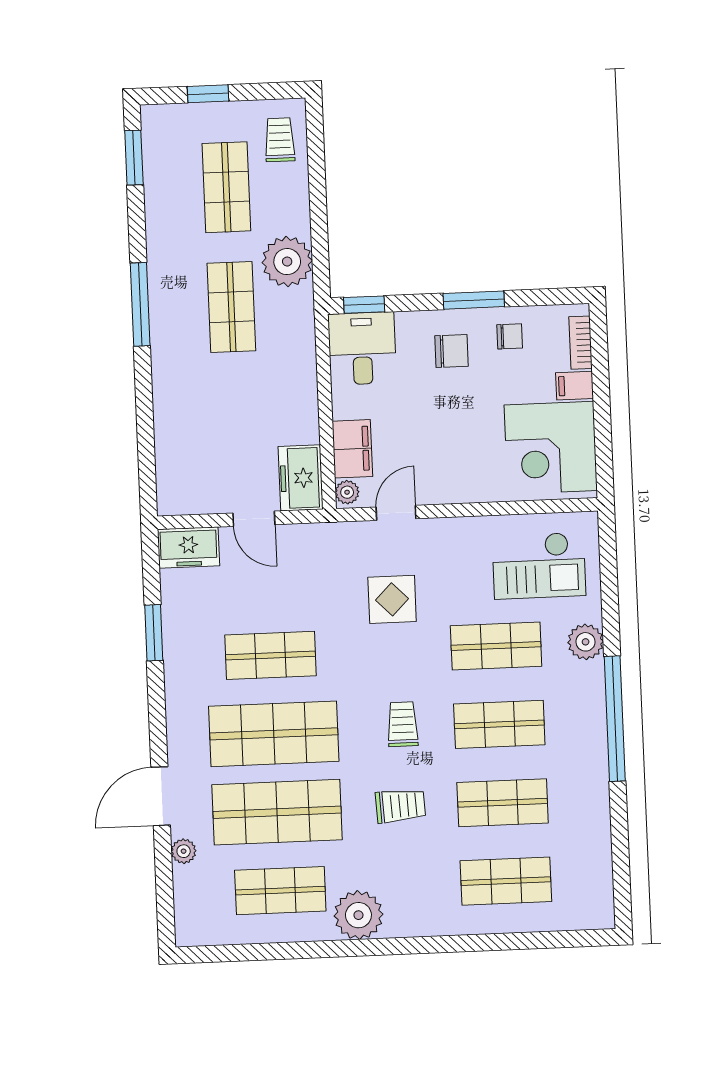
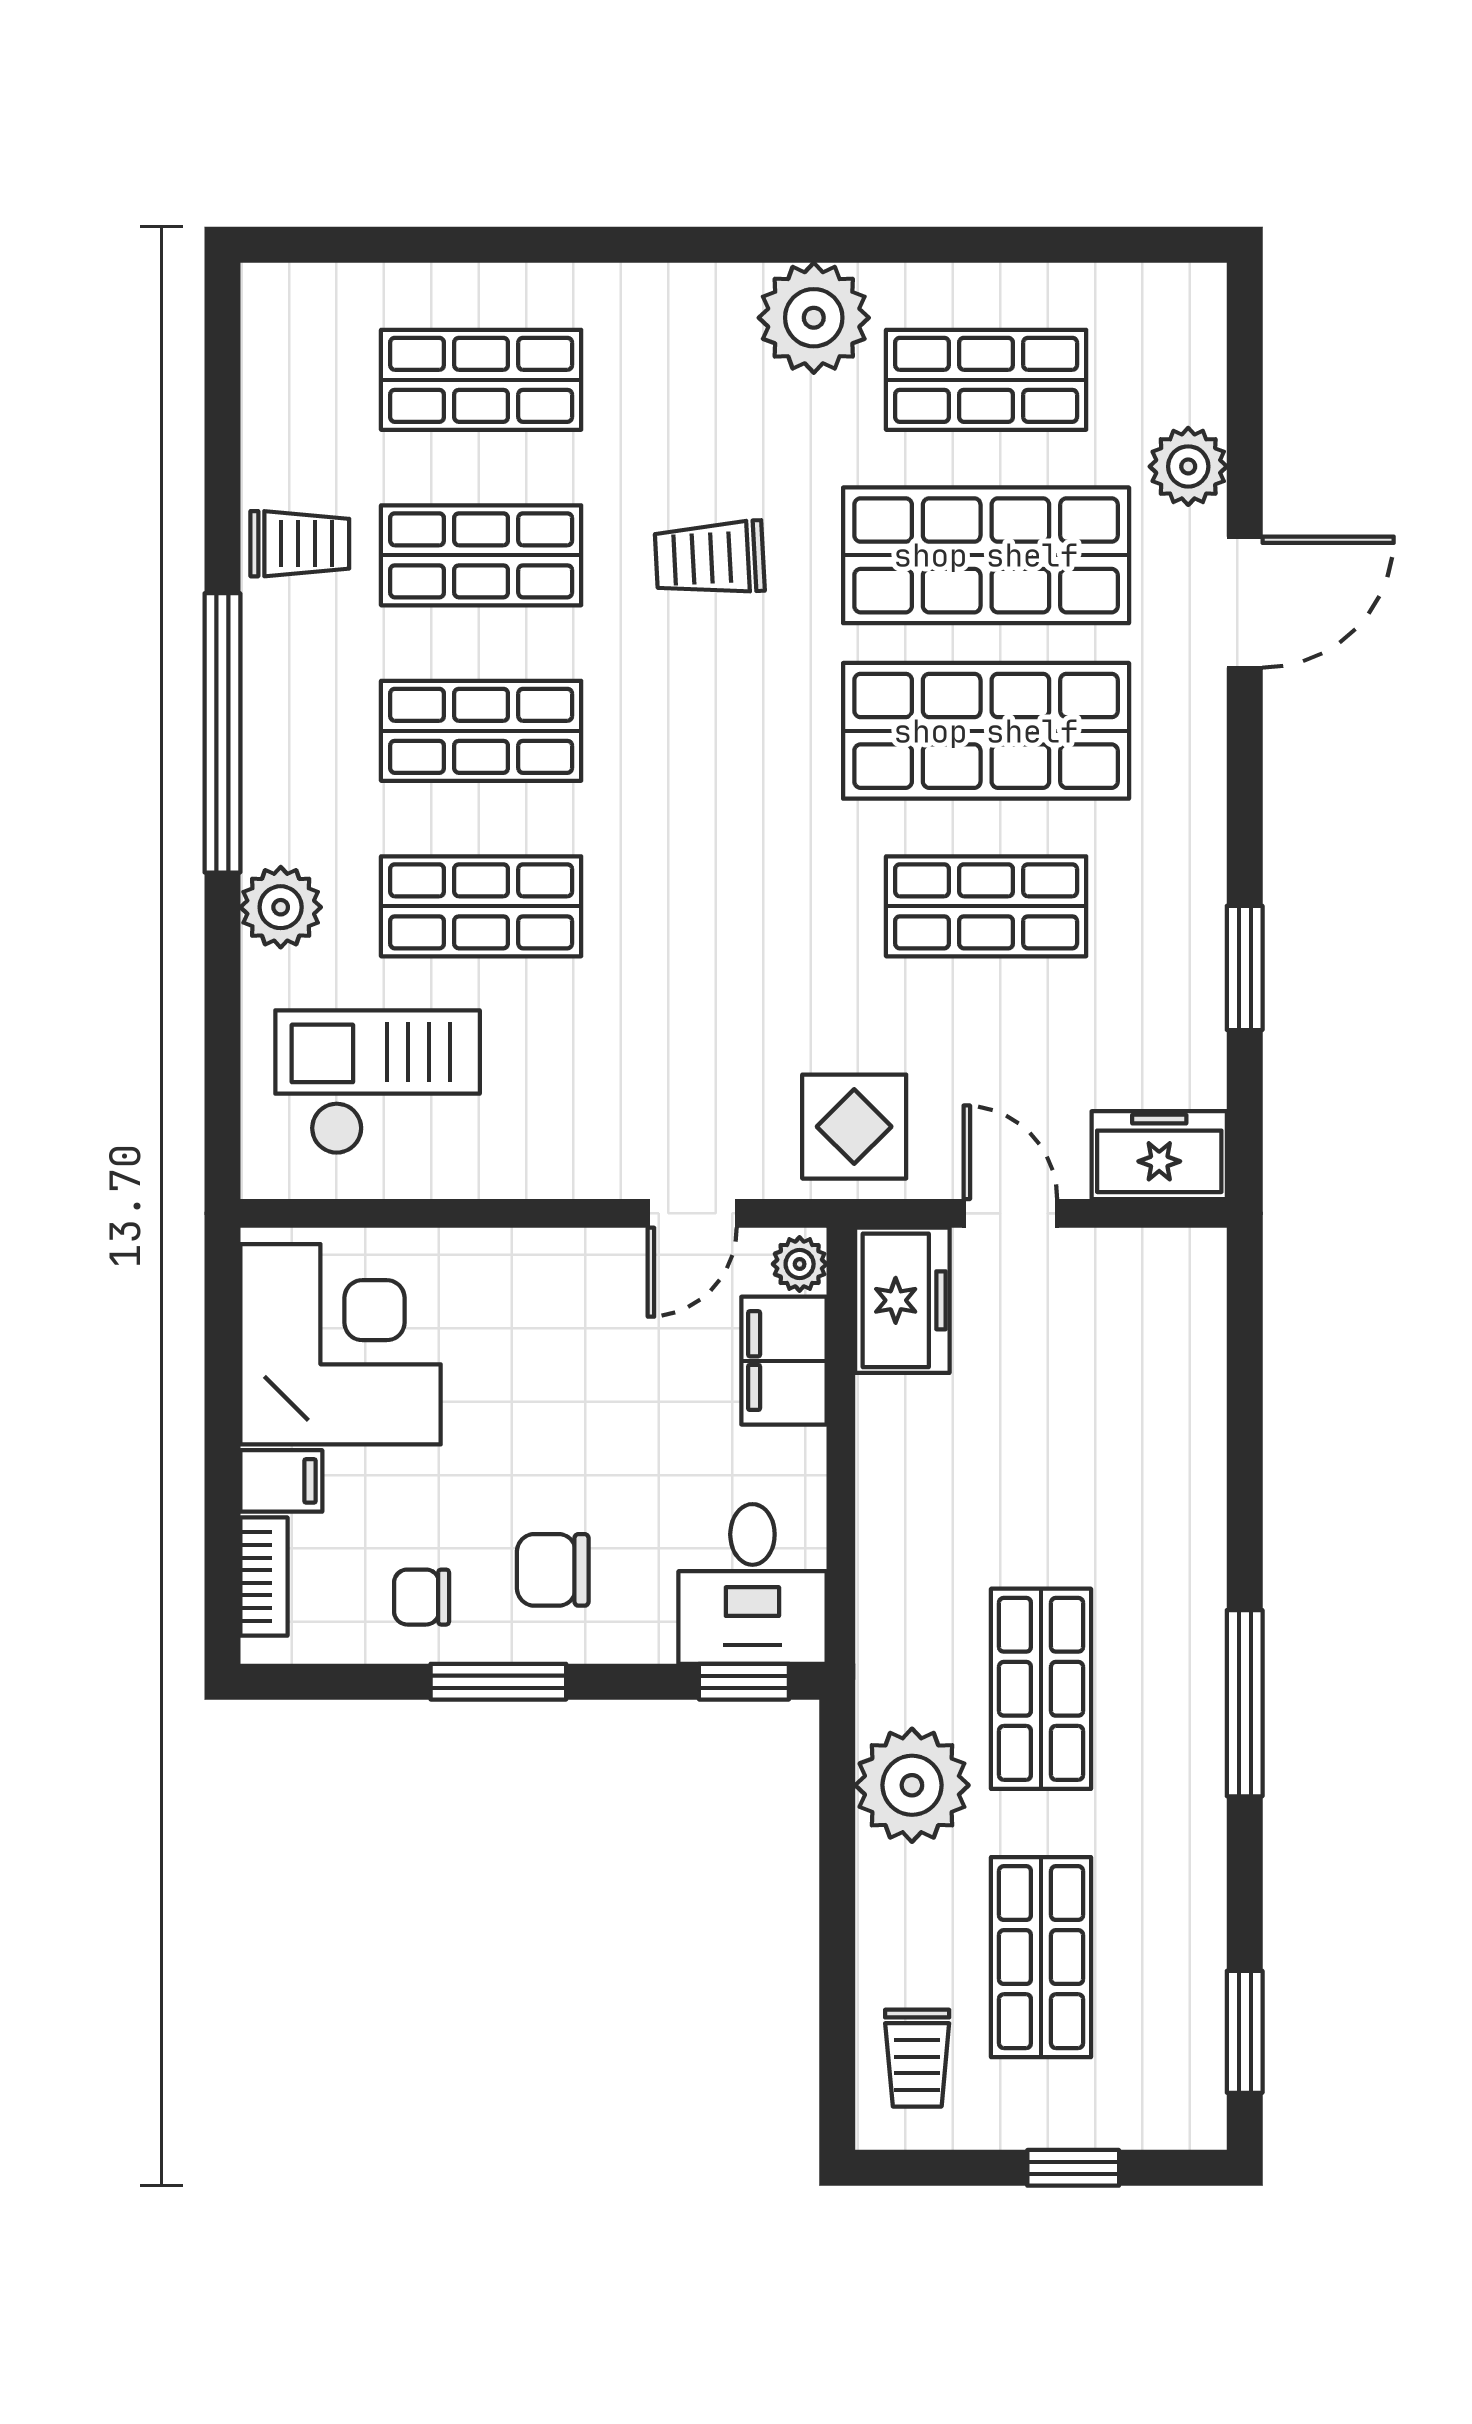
display table: (392, 599) -> (854, 1127), moved
trolley: (403, 724) -> (300, 544), moved, turned -90
plant: (184, 851) -> (1188, 466), width x1.38, depth x1.38

